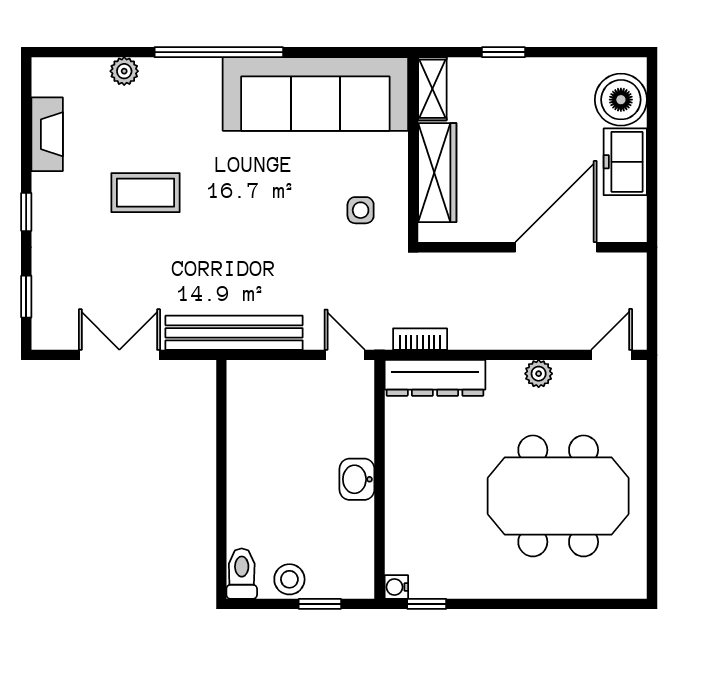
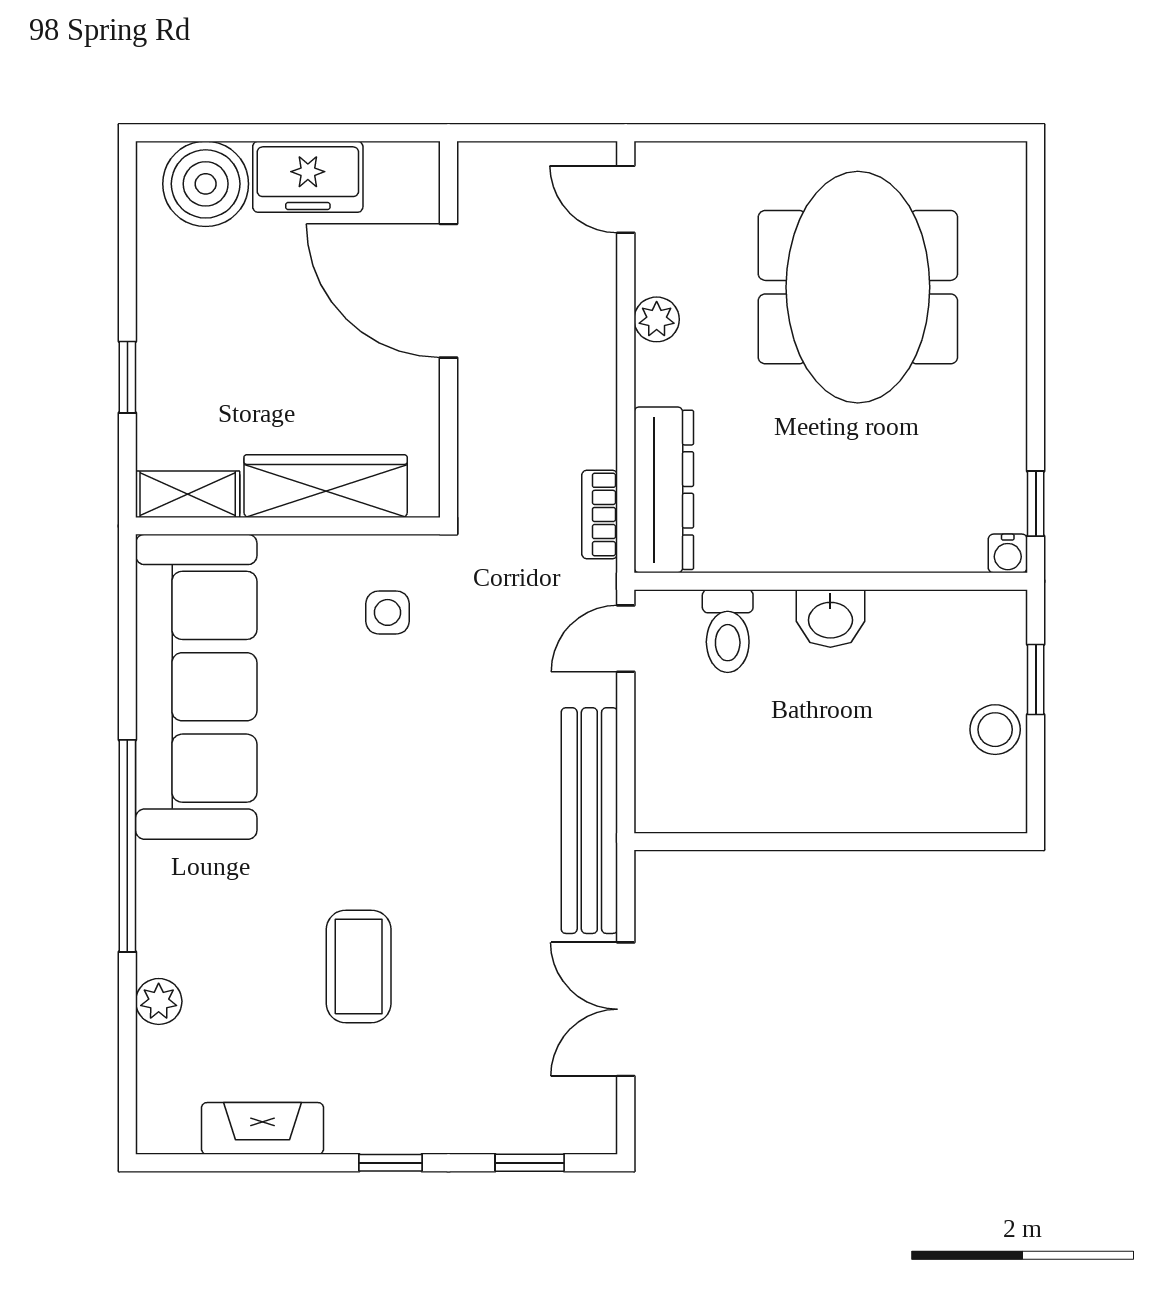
toilet: (242, 574) -> (728, 631), moved, turned -90

